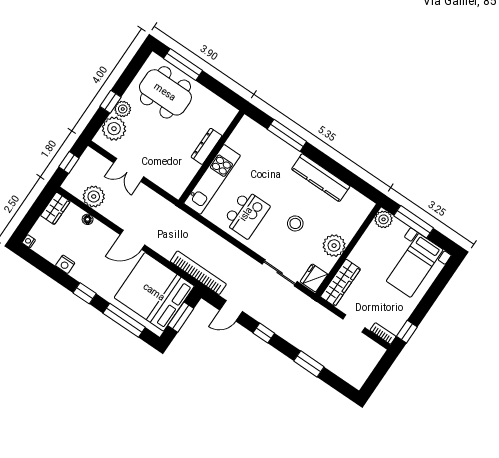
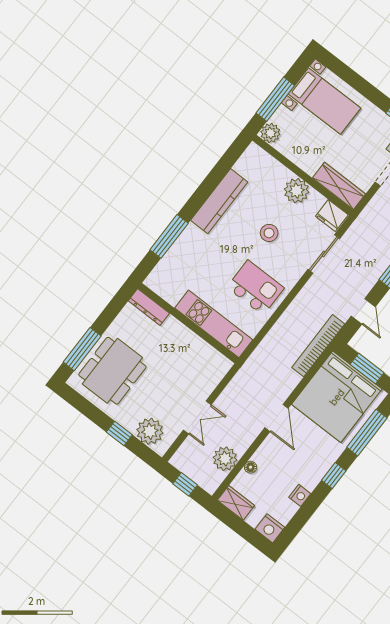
plant: (123, 109) -> (128, 420), removed
dresser: (206, 146) -> (149, 307), moved
nightstand: (29, 241) -> (270, 528), width x1.89, depth x1.79

